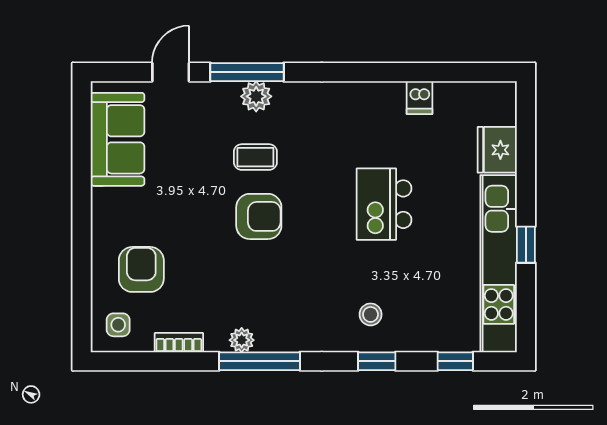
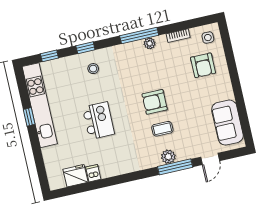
fridge: (497, 150) -> (75, 176), moved, turned -90

